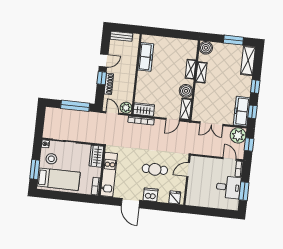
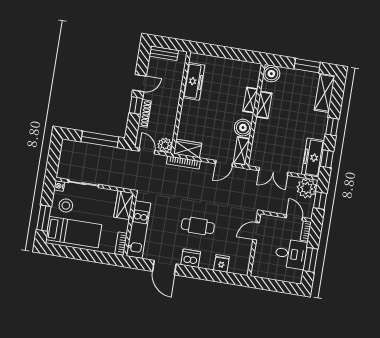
door: (188, 170) -> (256, 231), moved
wall: (187, 180) -> (254, 245), moved

